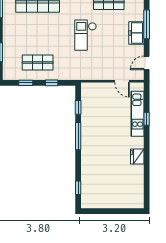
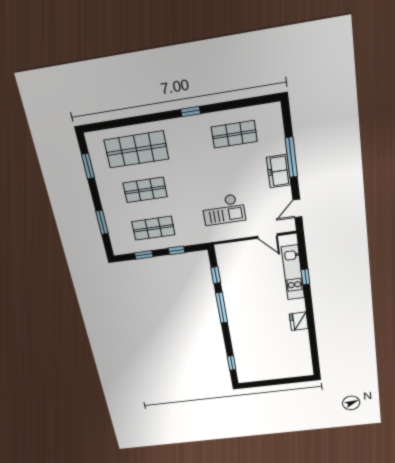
shop shelf: (38, 32) -> (145, 190), added
checkout: (86, 35) -> (224, 210), moved, turned -90

